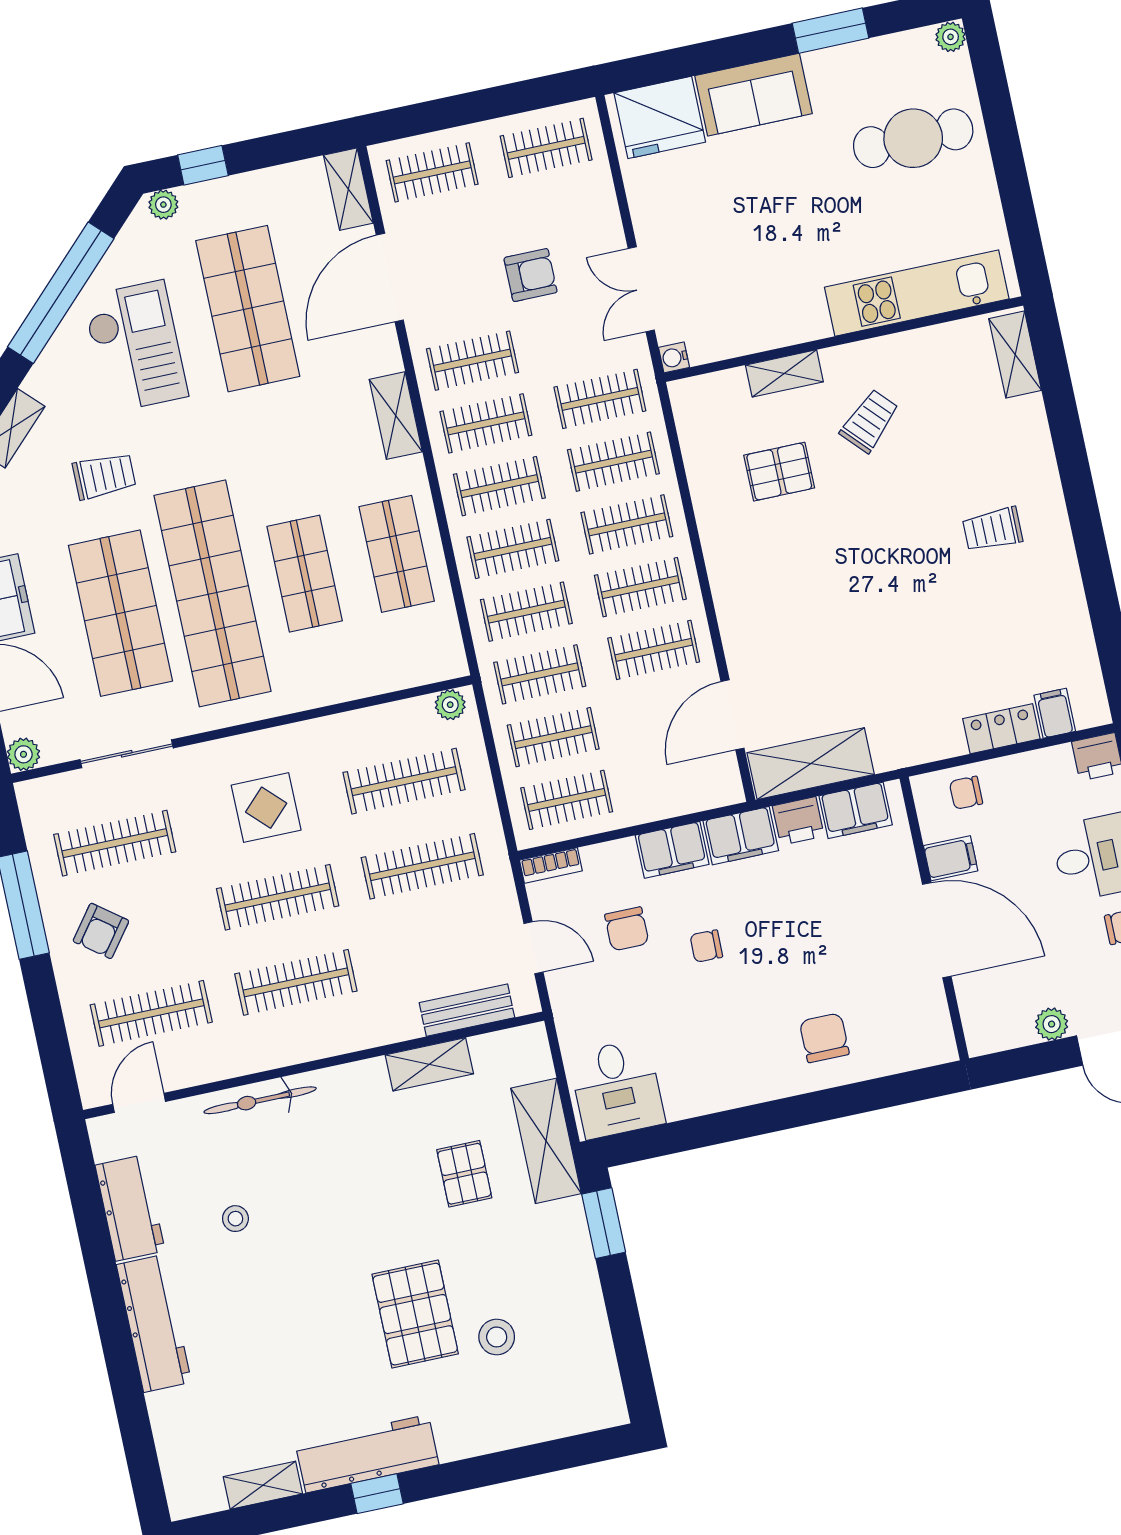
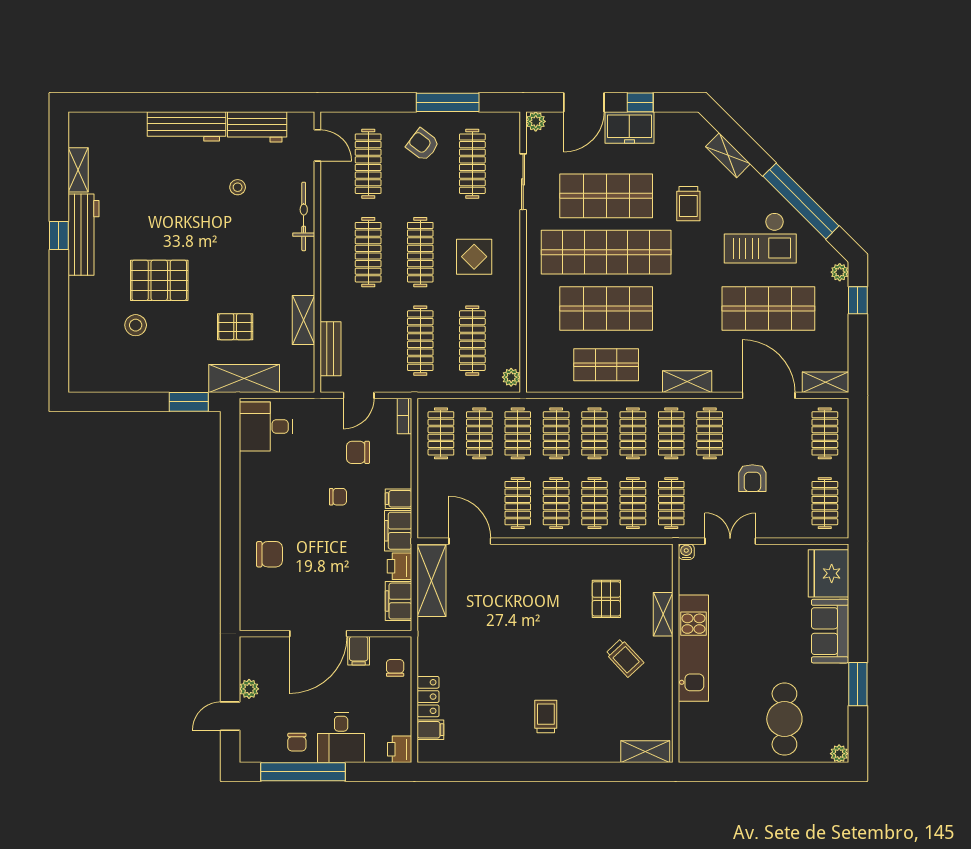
kitchen unit: (917, 293) -> (693, 648), moved
shop shelf: (305, 574) -> (606, 308), width x1.43, depth x1.36
filing cabinet: (672, 850) -> (399, 499), width x0.50
chair: (706, 946) -> (338, 497), turned 89

